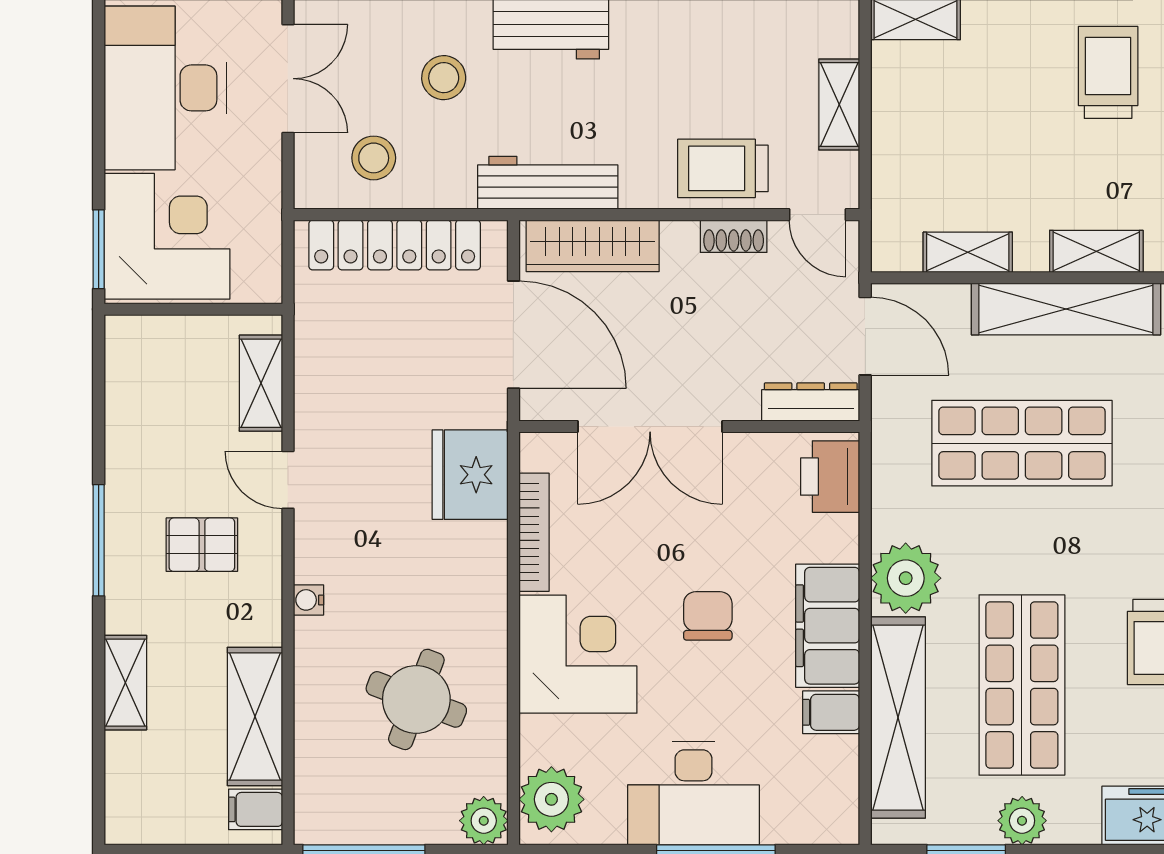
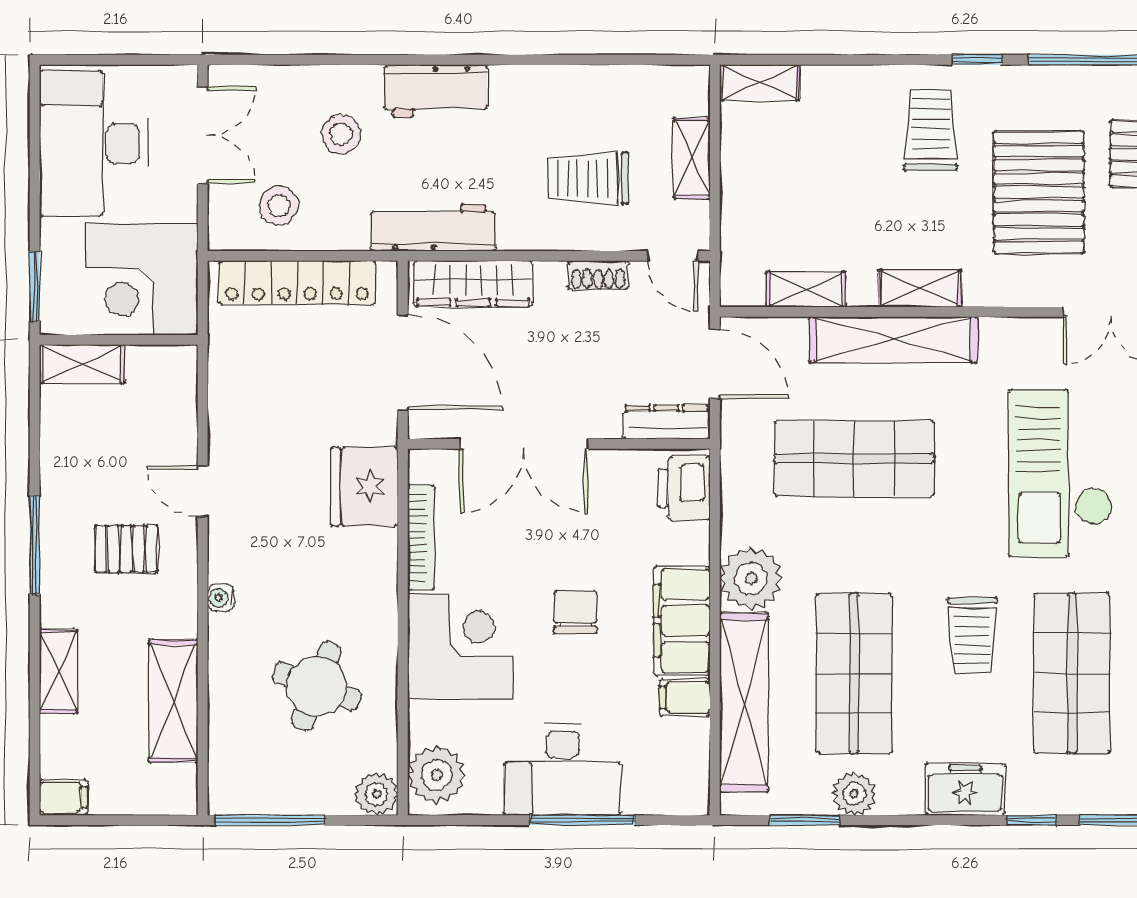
trolley: (723, 168) -> (588, 178), moved
corner desk: (167, 236) -> (142, 279), moved, turned 180
shelving: (261, 383) -> (82, 364), moved, turned 90
filing cabinet: (256, 809) -> (63, 797), moved, turned 180

